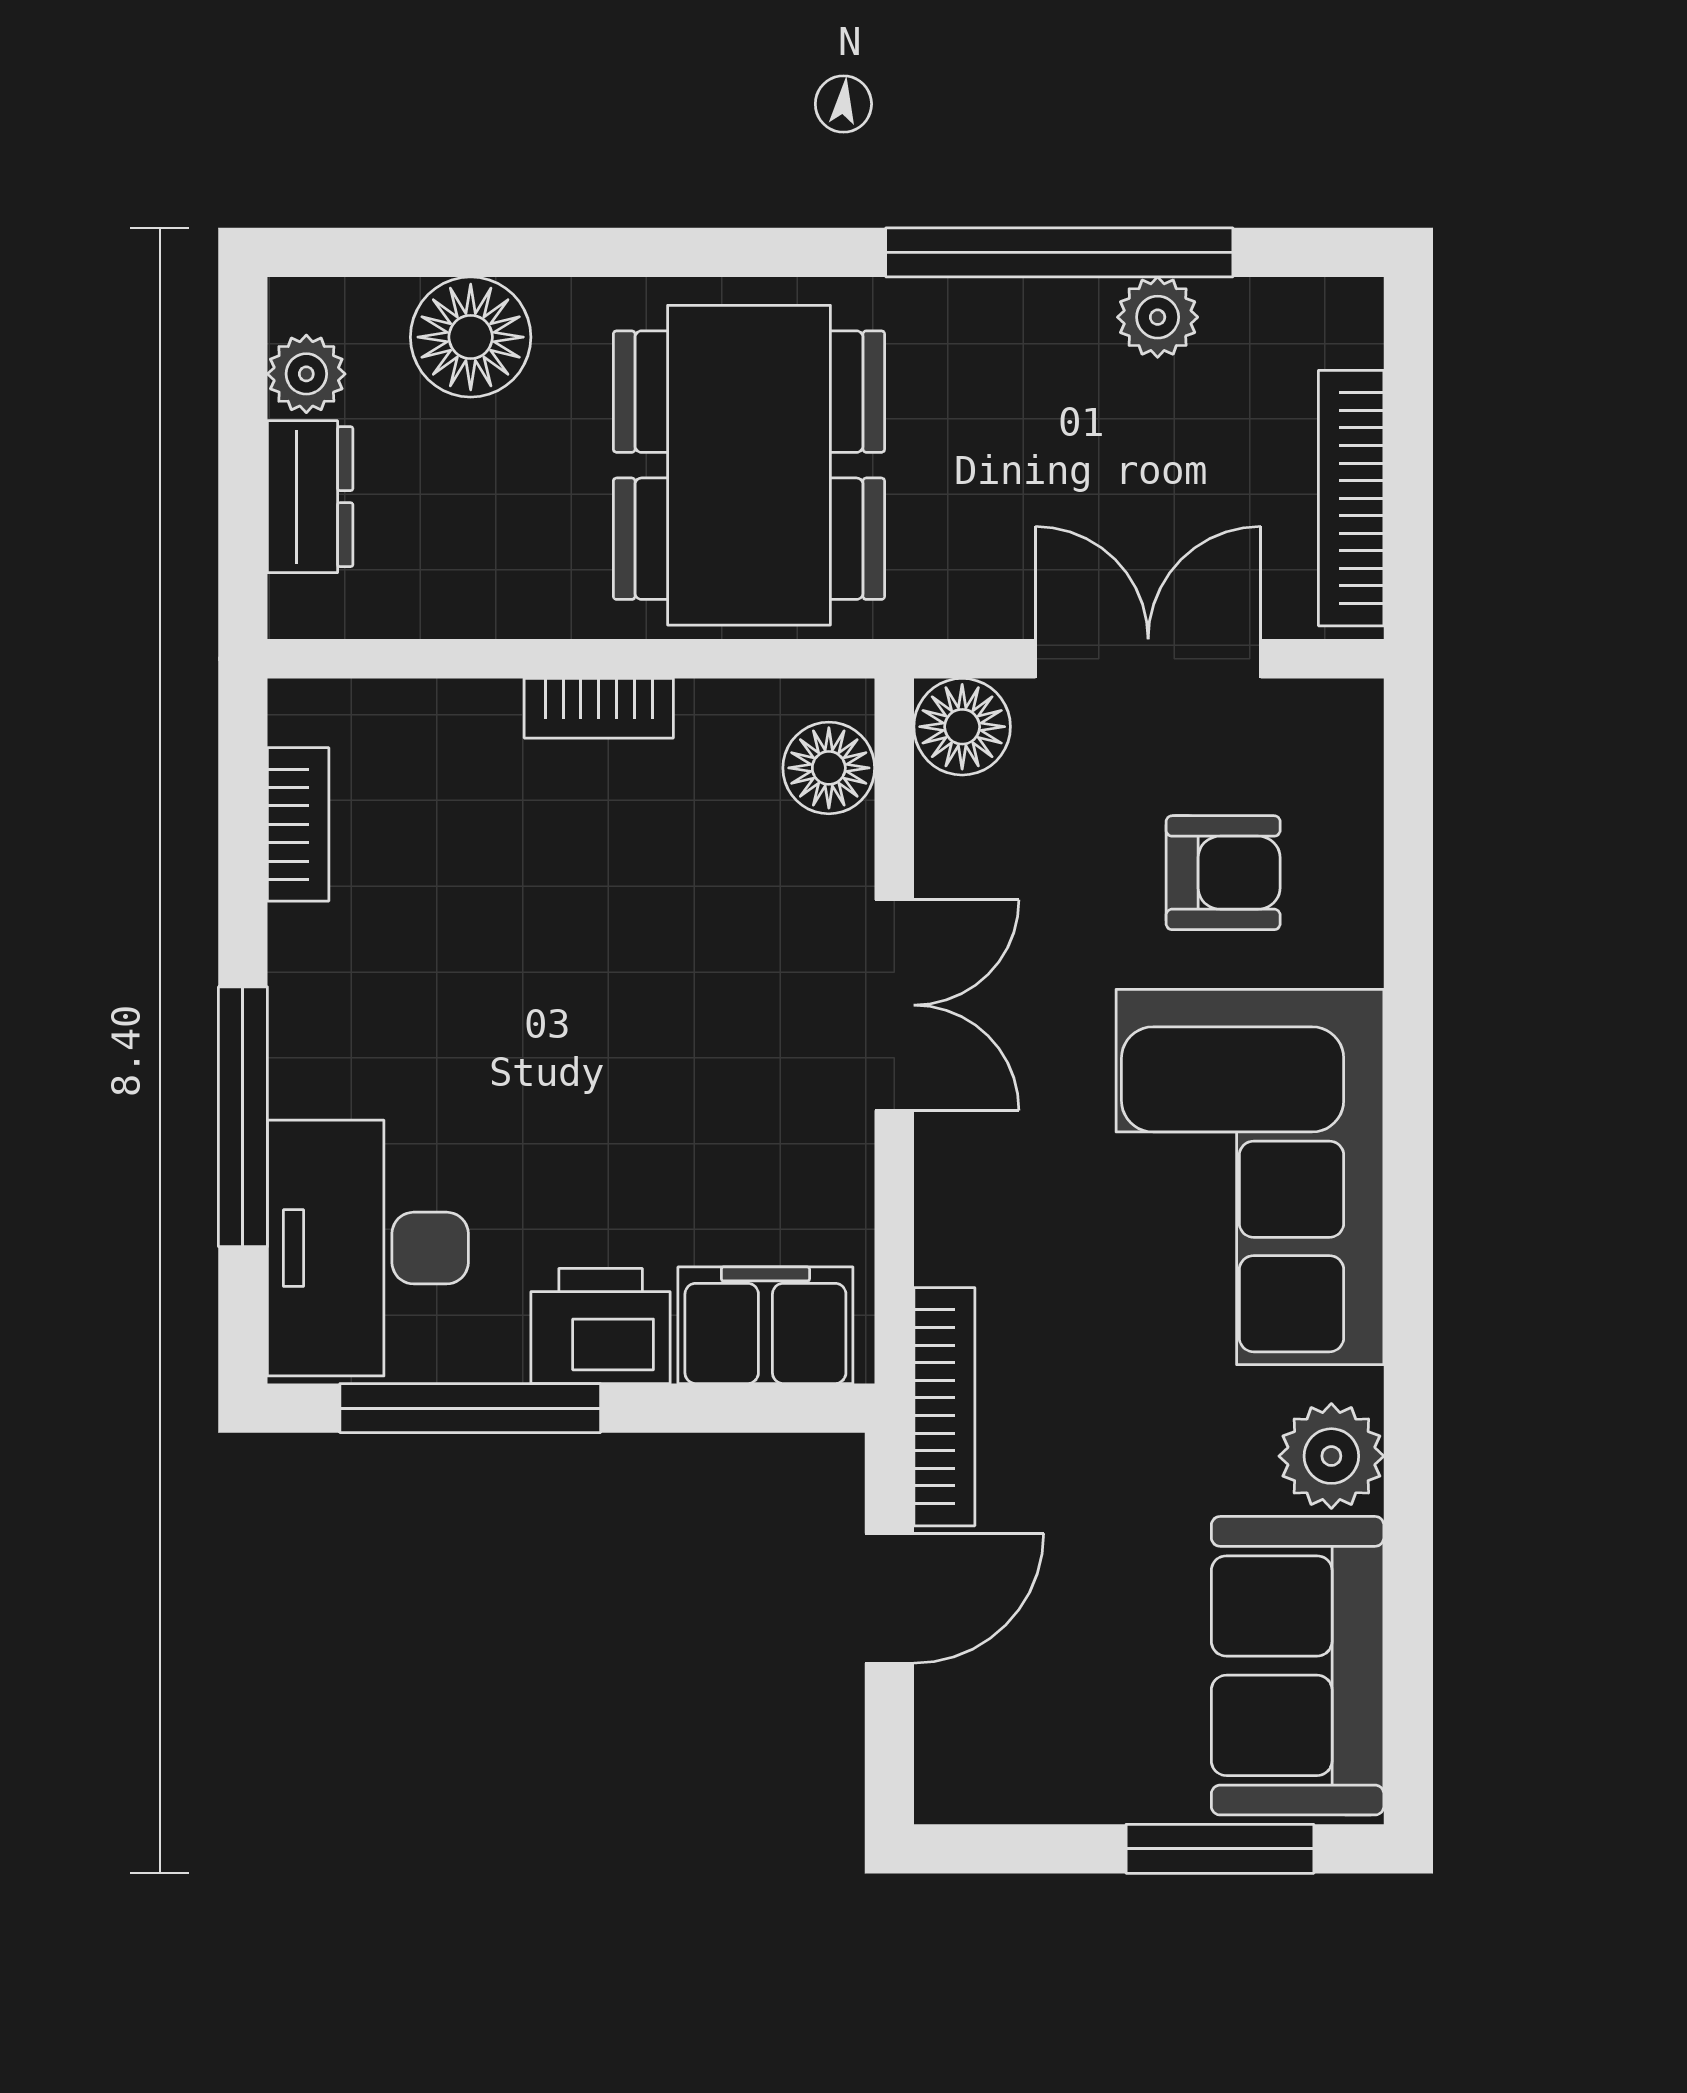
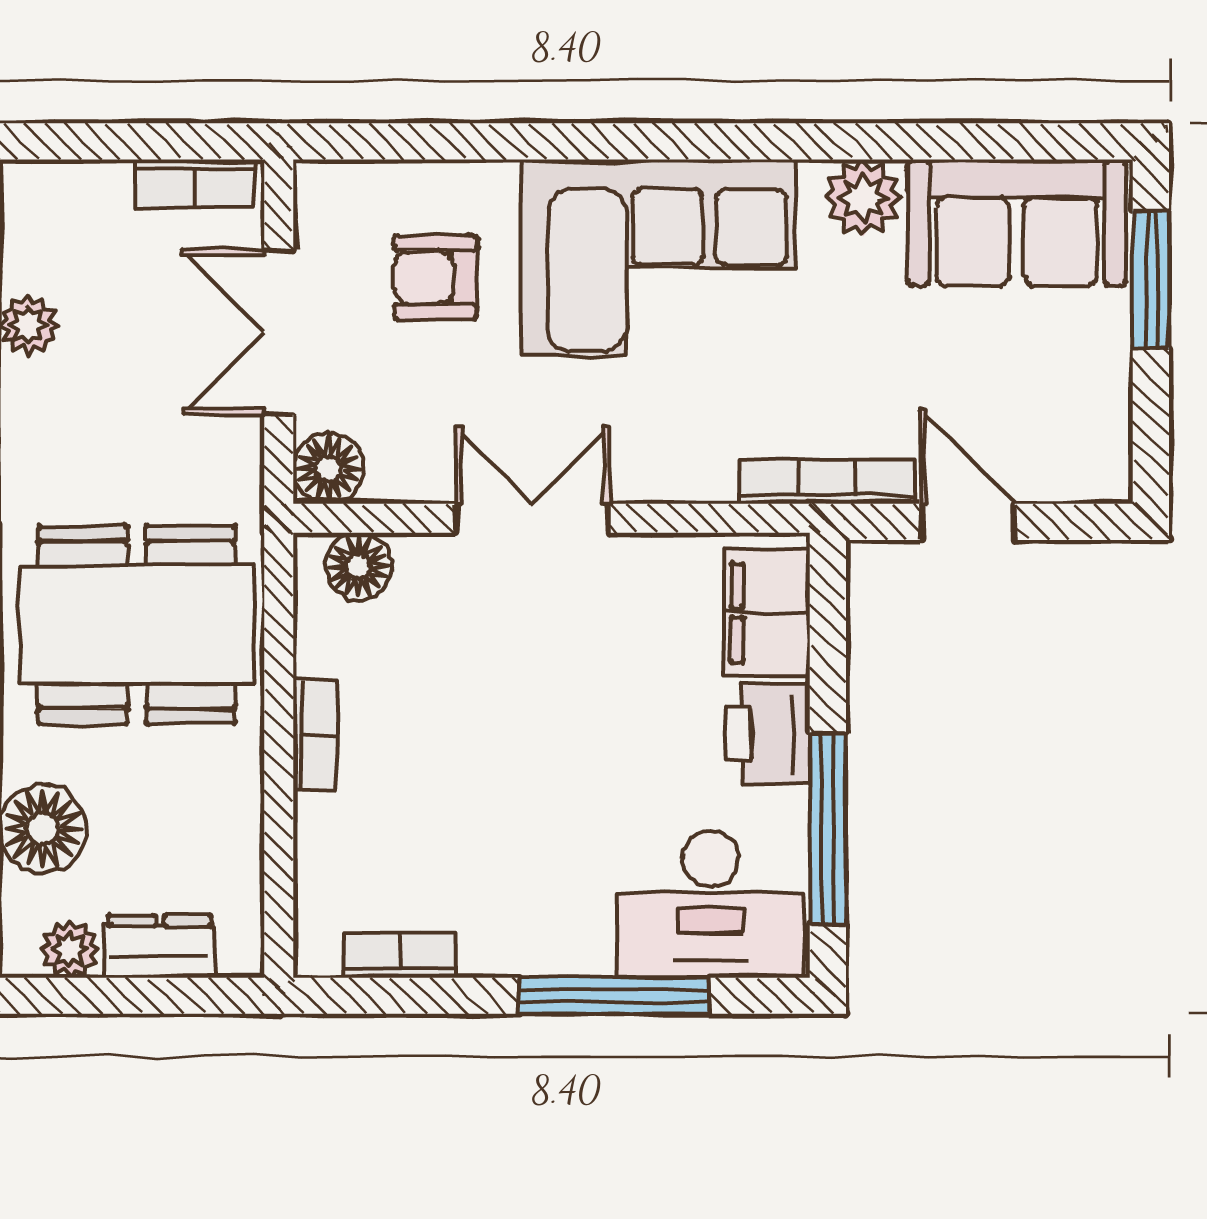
bookcase: (1351, 498) -> (195, 183), width x0.64
armchair: (1223, 873) -> (435, 277), turned -90

